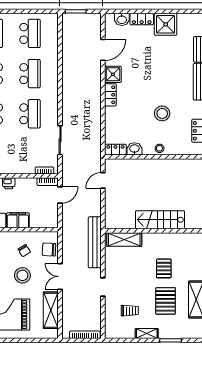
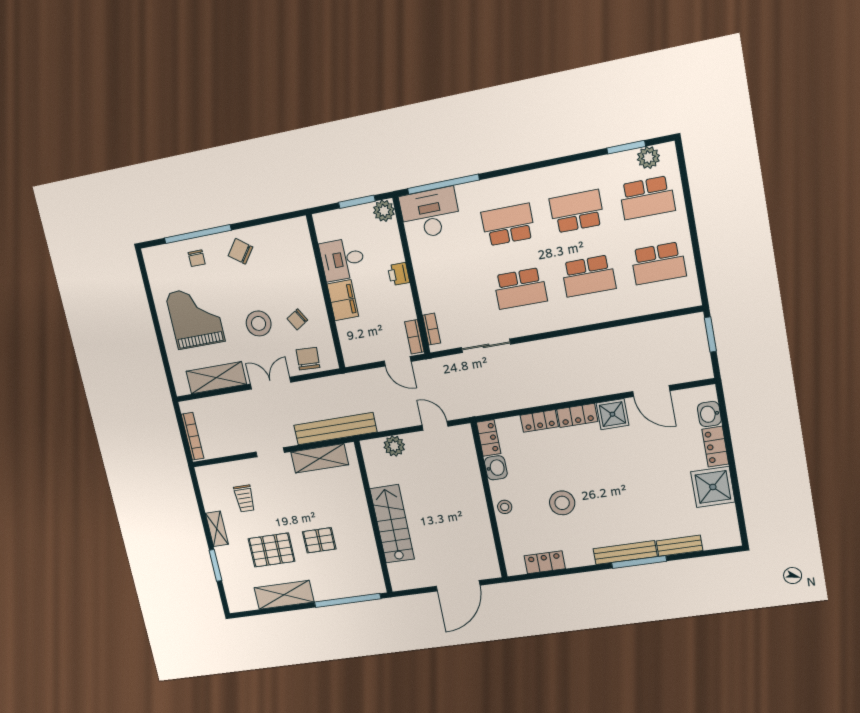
locker: (110, 118) -> (539, 421), added
plant: (111, 208) -> (394, 446), added
shelving: (124, 239) -> (320, 458), moved, turned 90

